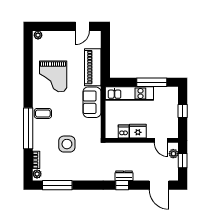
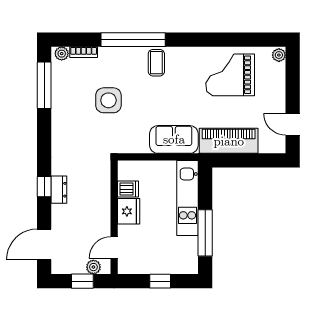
grand piano: (53, 76) -> (230, 75), moved

